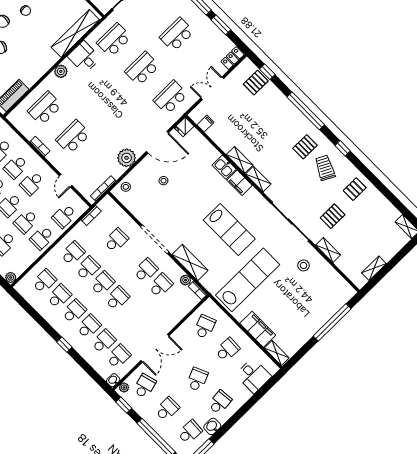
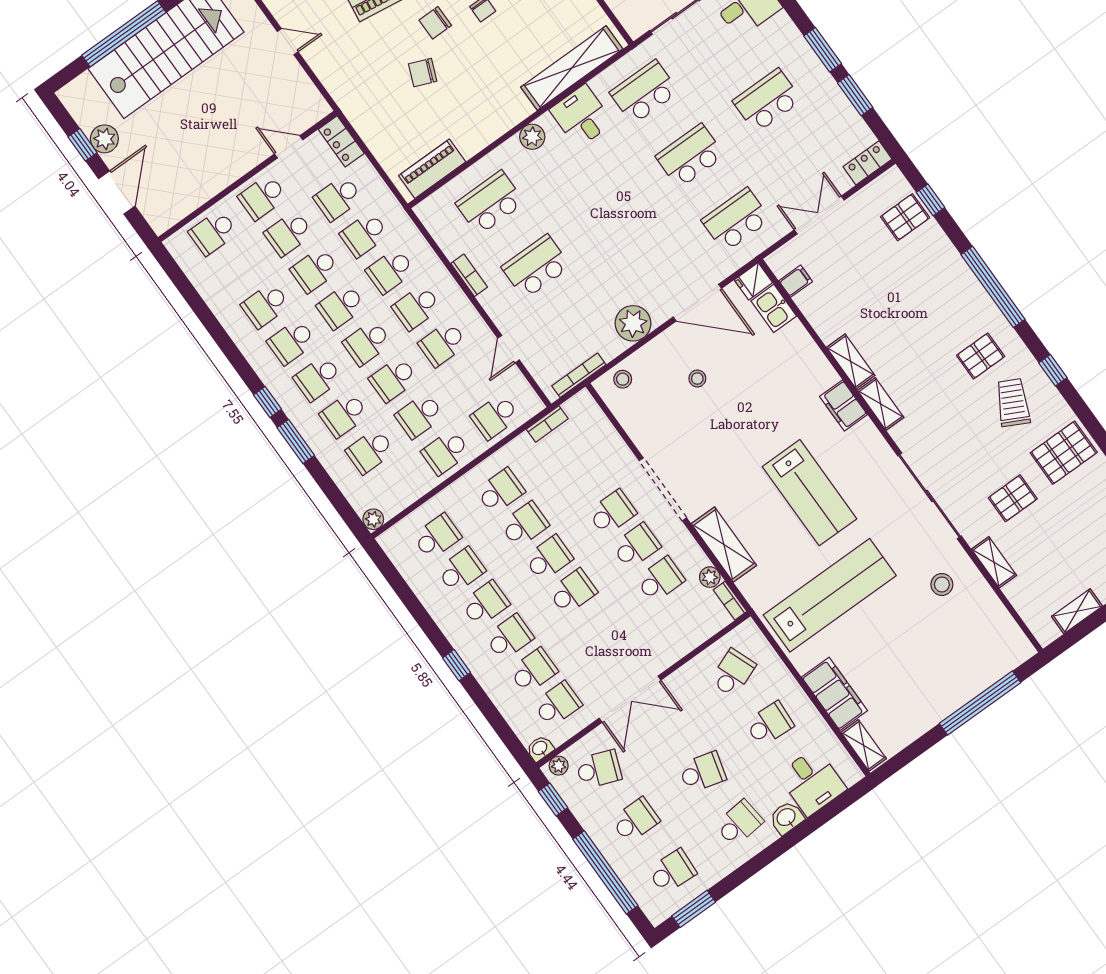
kitchen sink: (224, 167) -> (774, 308), moved
pallet: (355, 189) -> (1064, 453), width x1.50, depth x1.42
school desk: (116, 240) -> (612, 513), moved
school desk: (197, 379) -> (702, 772), turned 39
school desk: (145, 386) -> (599, 769), turned 36
washbasin: (212, 426) -> (786, 818), moved

